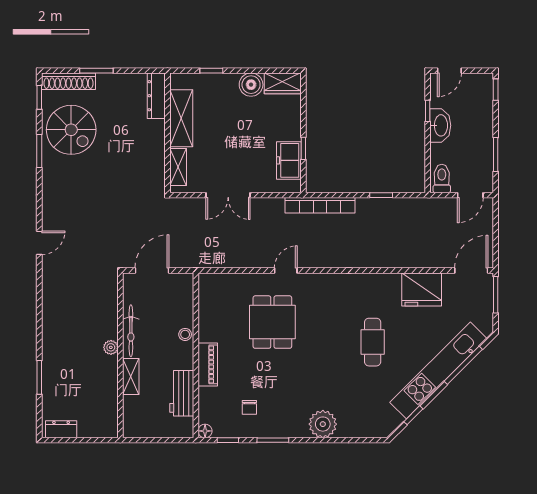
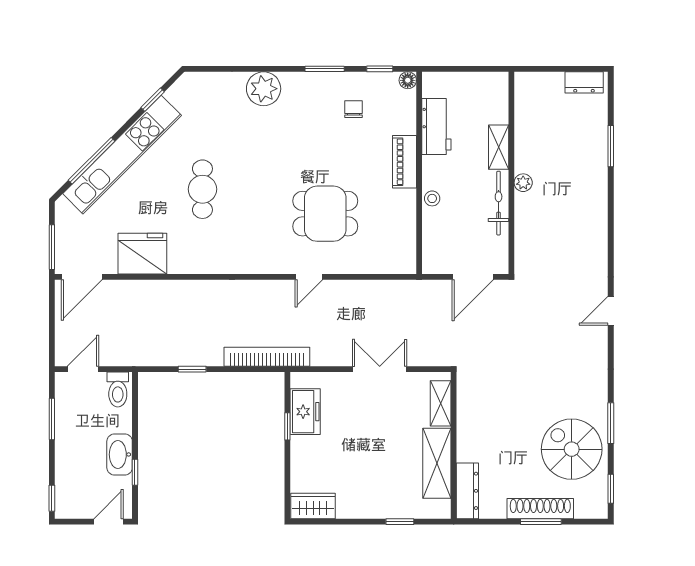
shoe rack: (69, 81) -> (540, 509), moved
boiler: (251, 85) -> (351, 504), removed
dining table: (272, 322) -> (325, 214), turned 90

